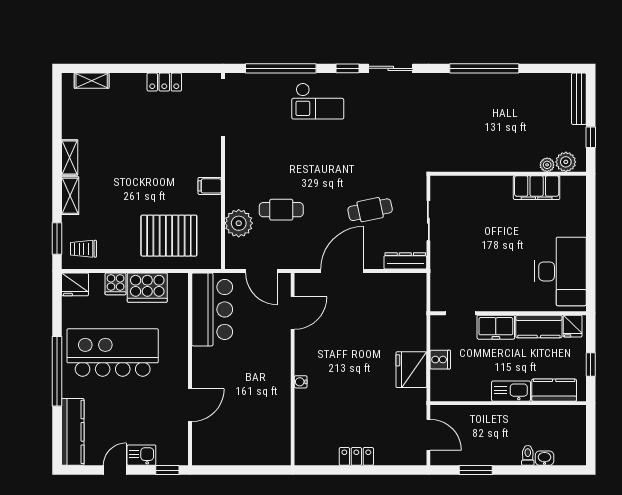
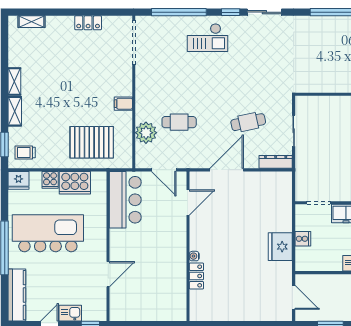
locker: (356, 456) -> (196, 276), moved, turned 90

